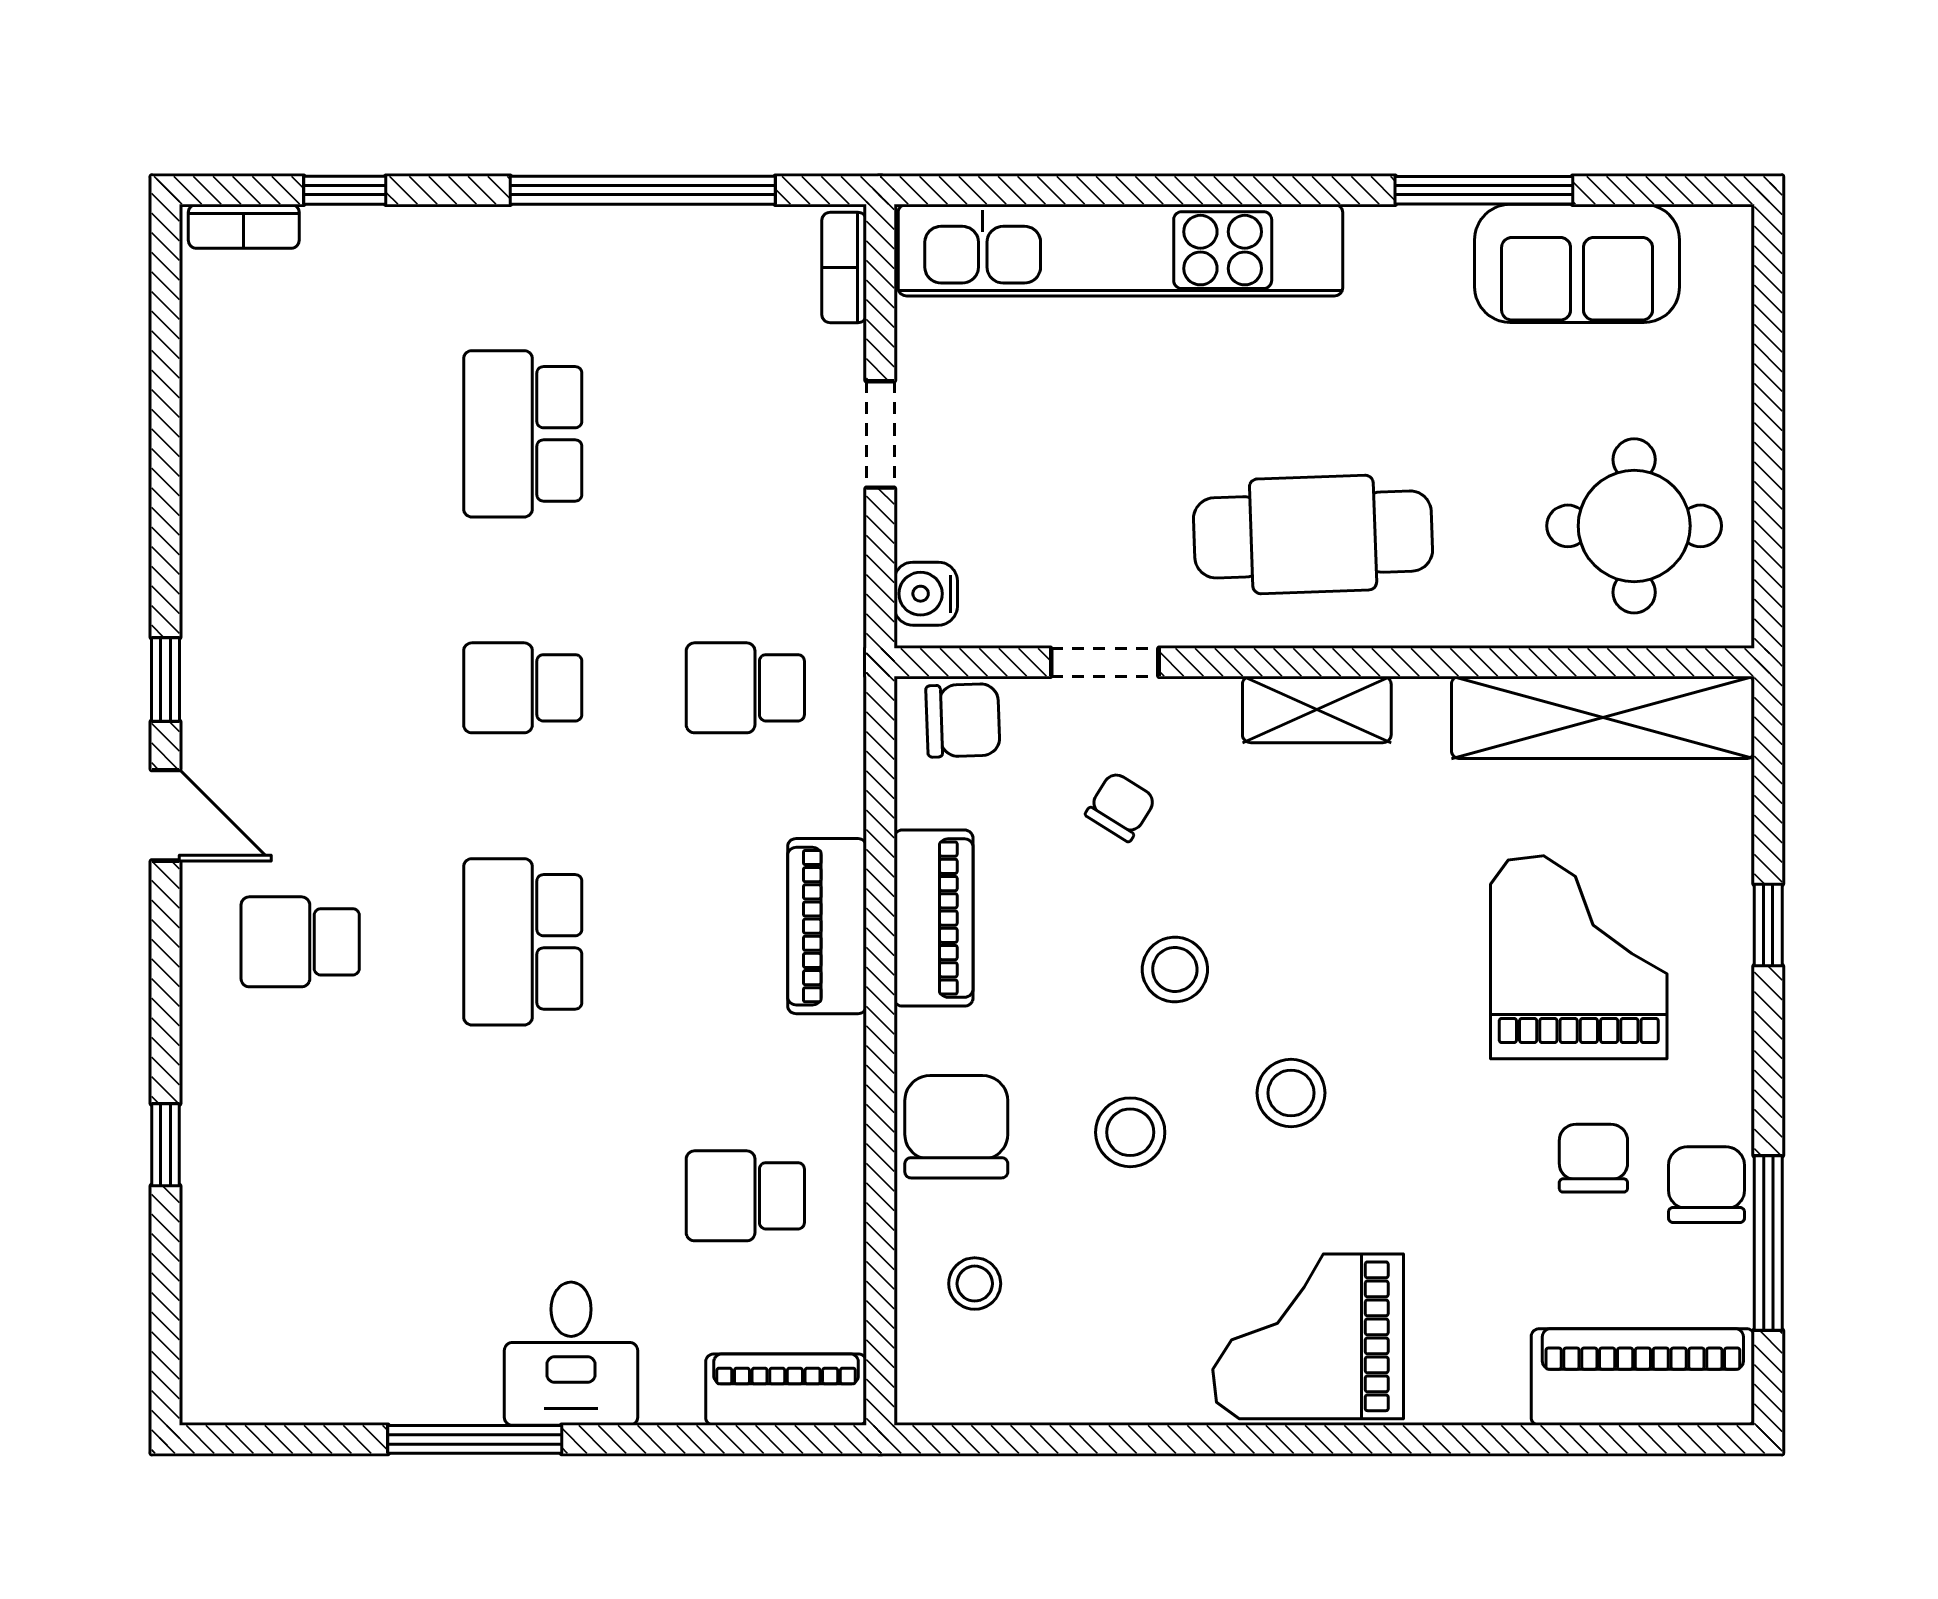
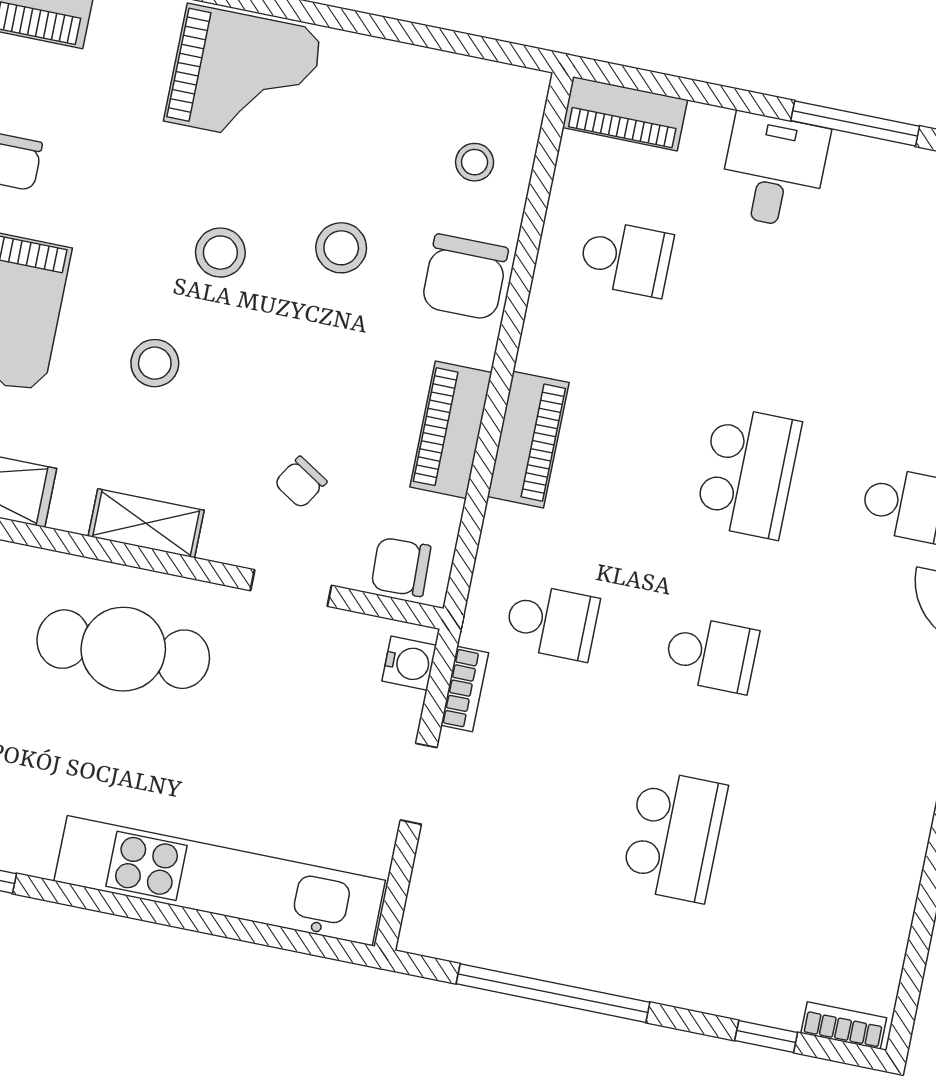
bookcase: (844, 268) -> (465, 689), moved
stool: (1175, 969) -> (155, 363), moved

